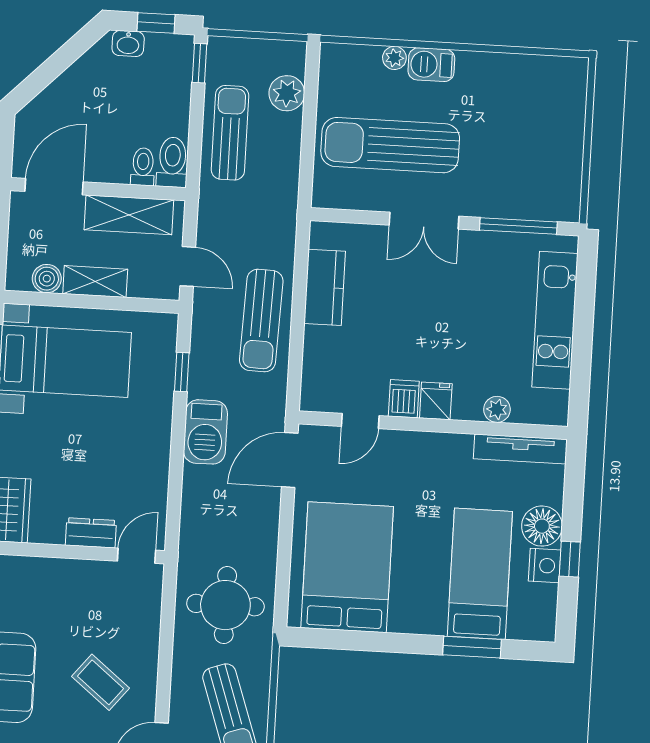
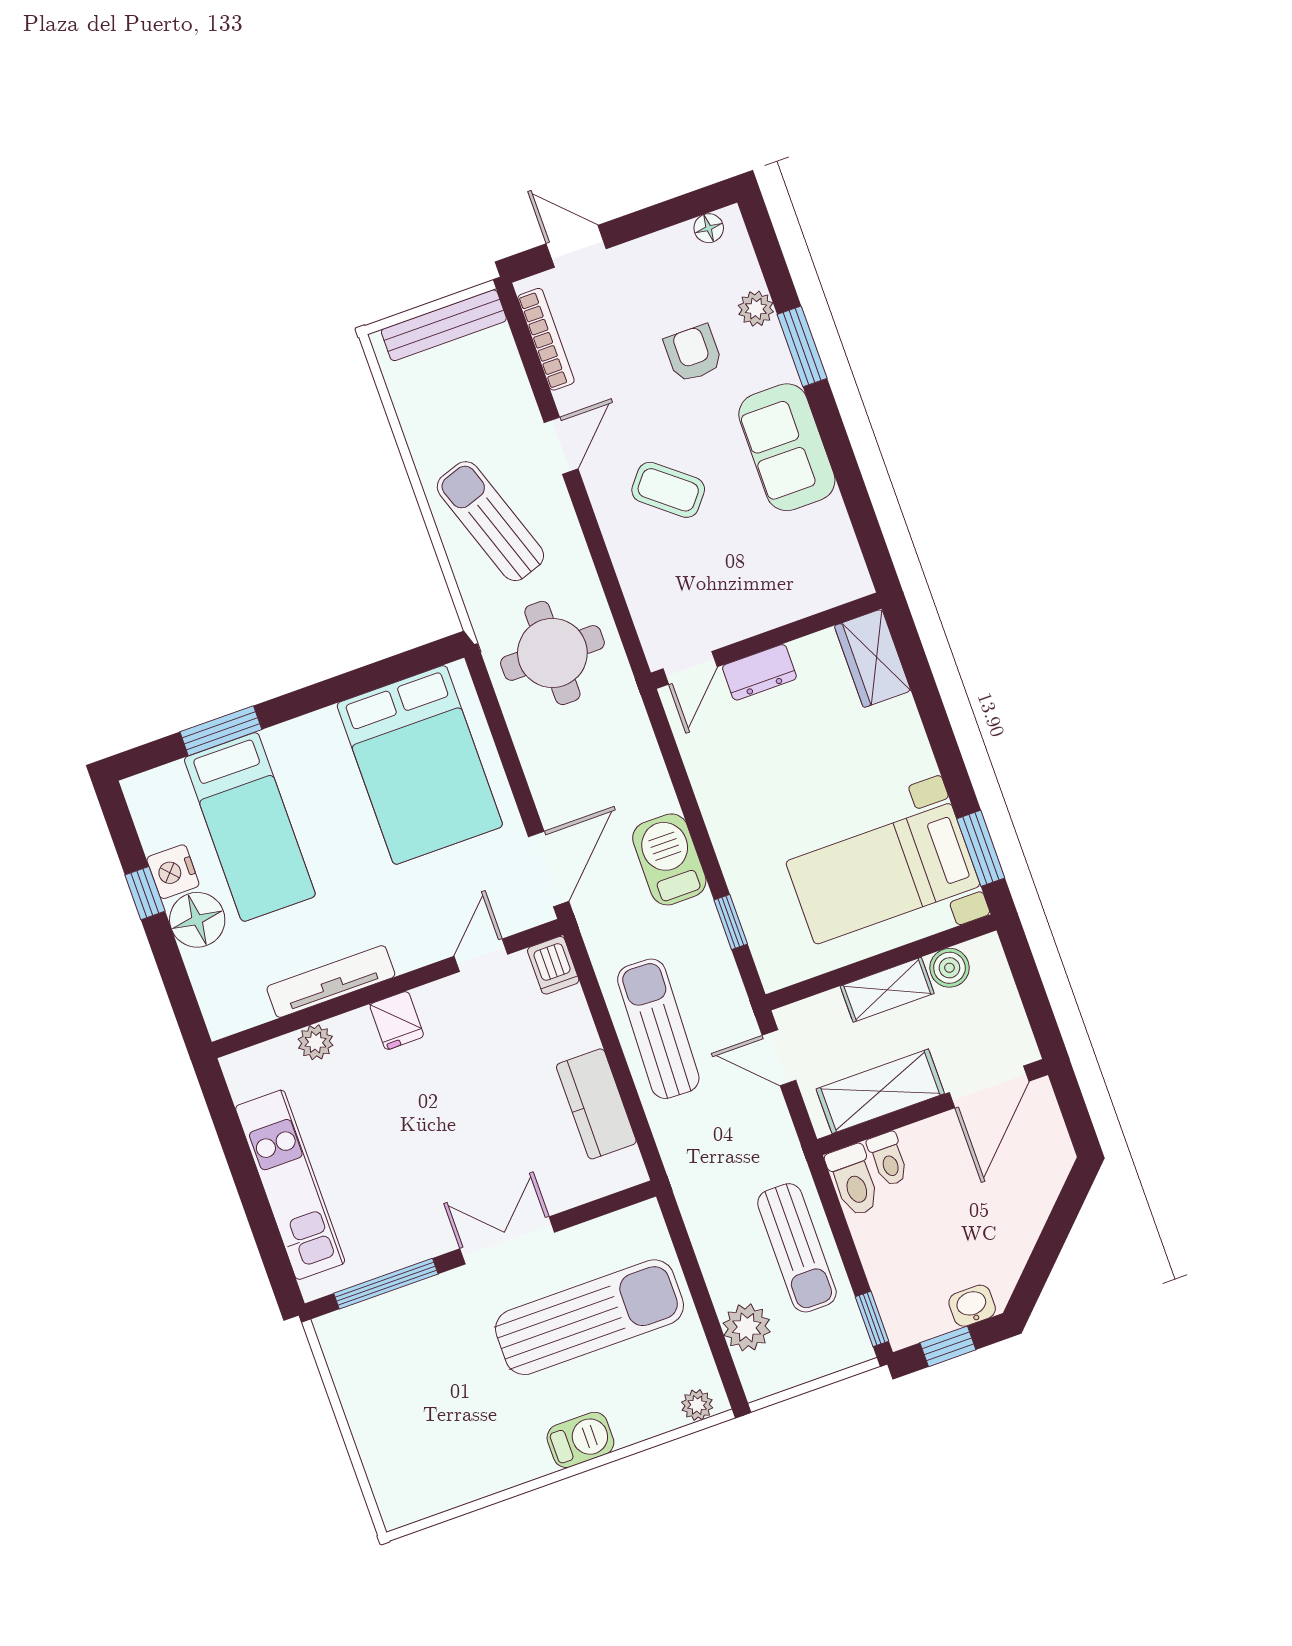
plant: (394, 58) -> (697, 1405), moved
dishwasher: (404, 399) -> (553, 965), moved
tv unit: (520, 449) -> (331, 982), moved

